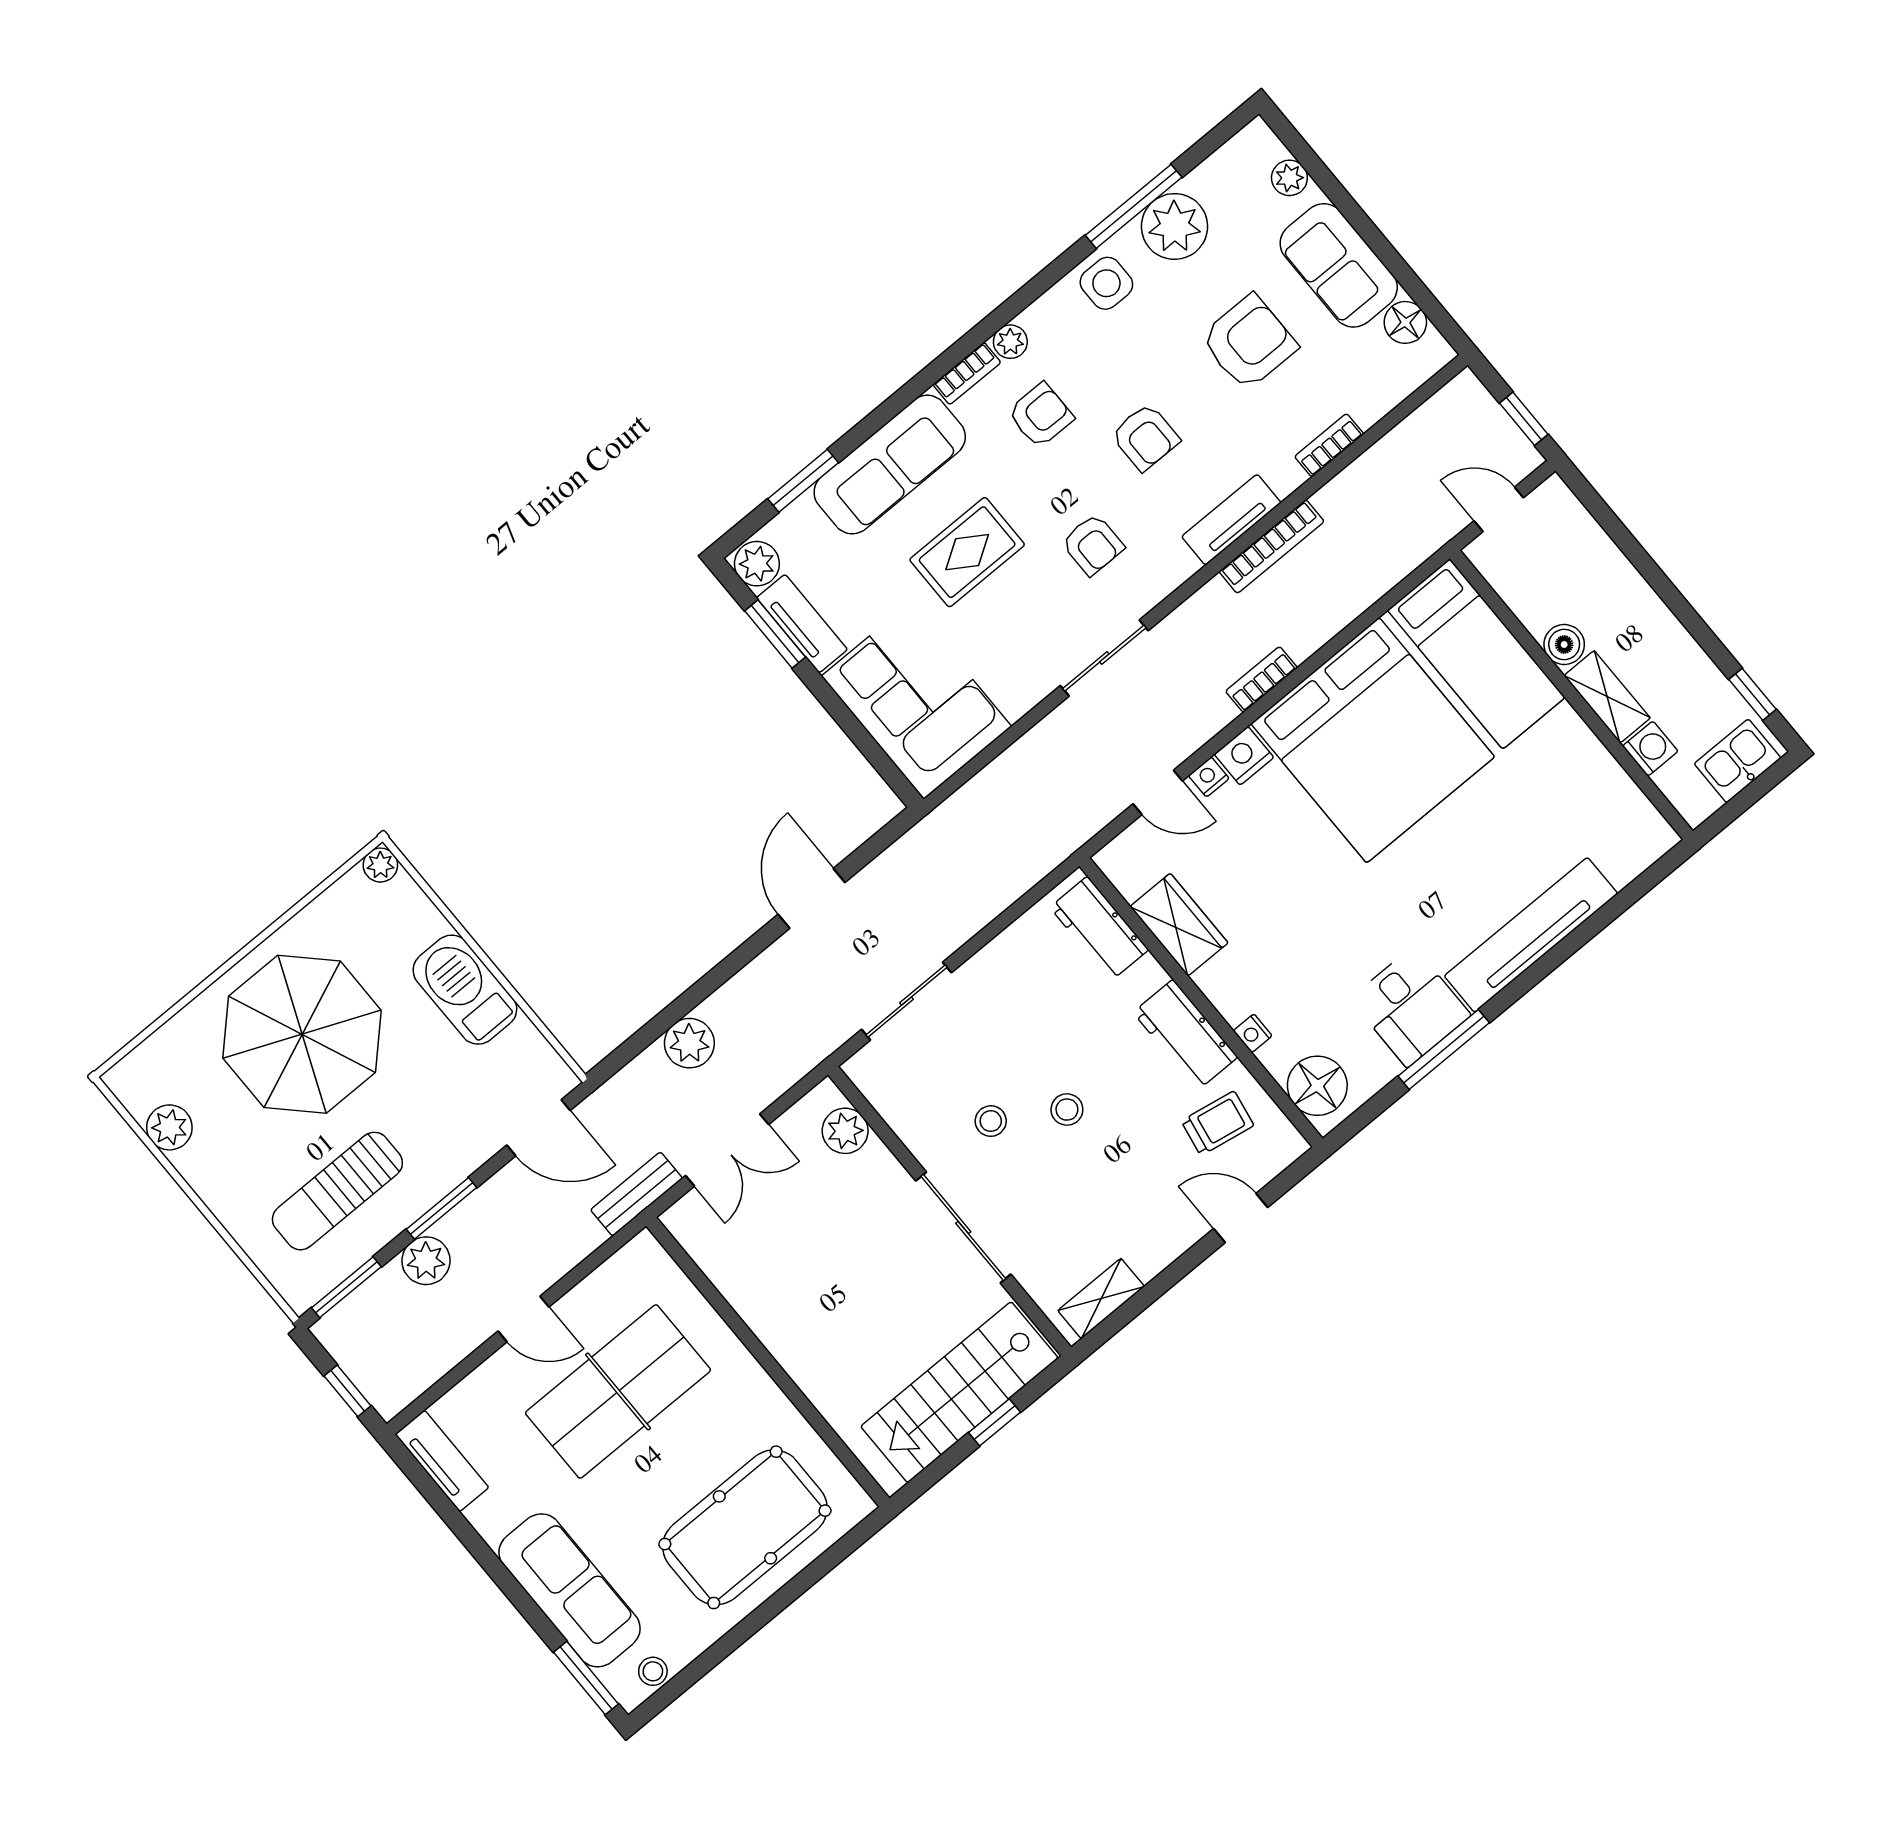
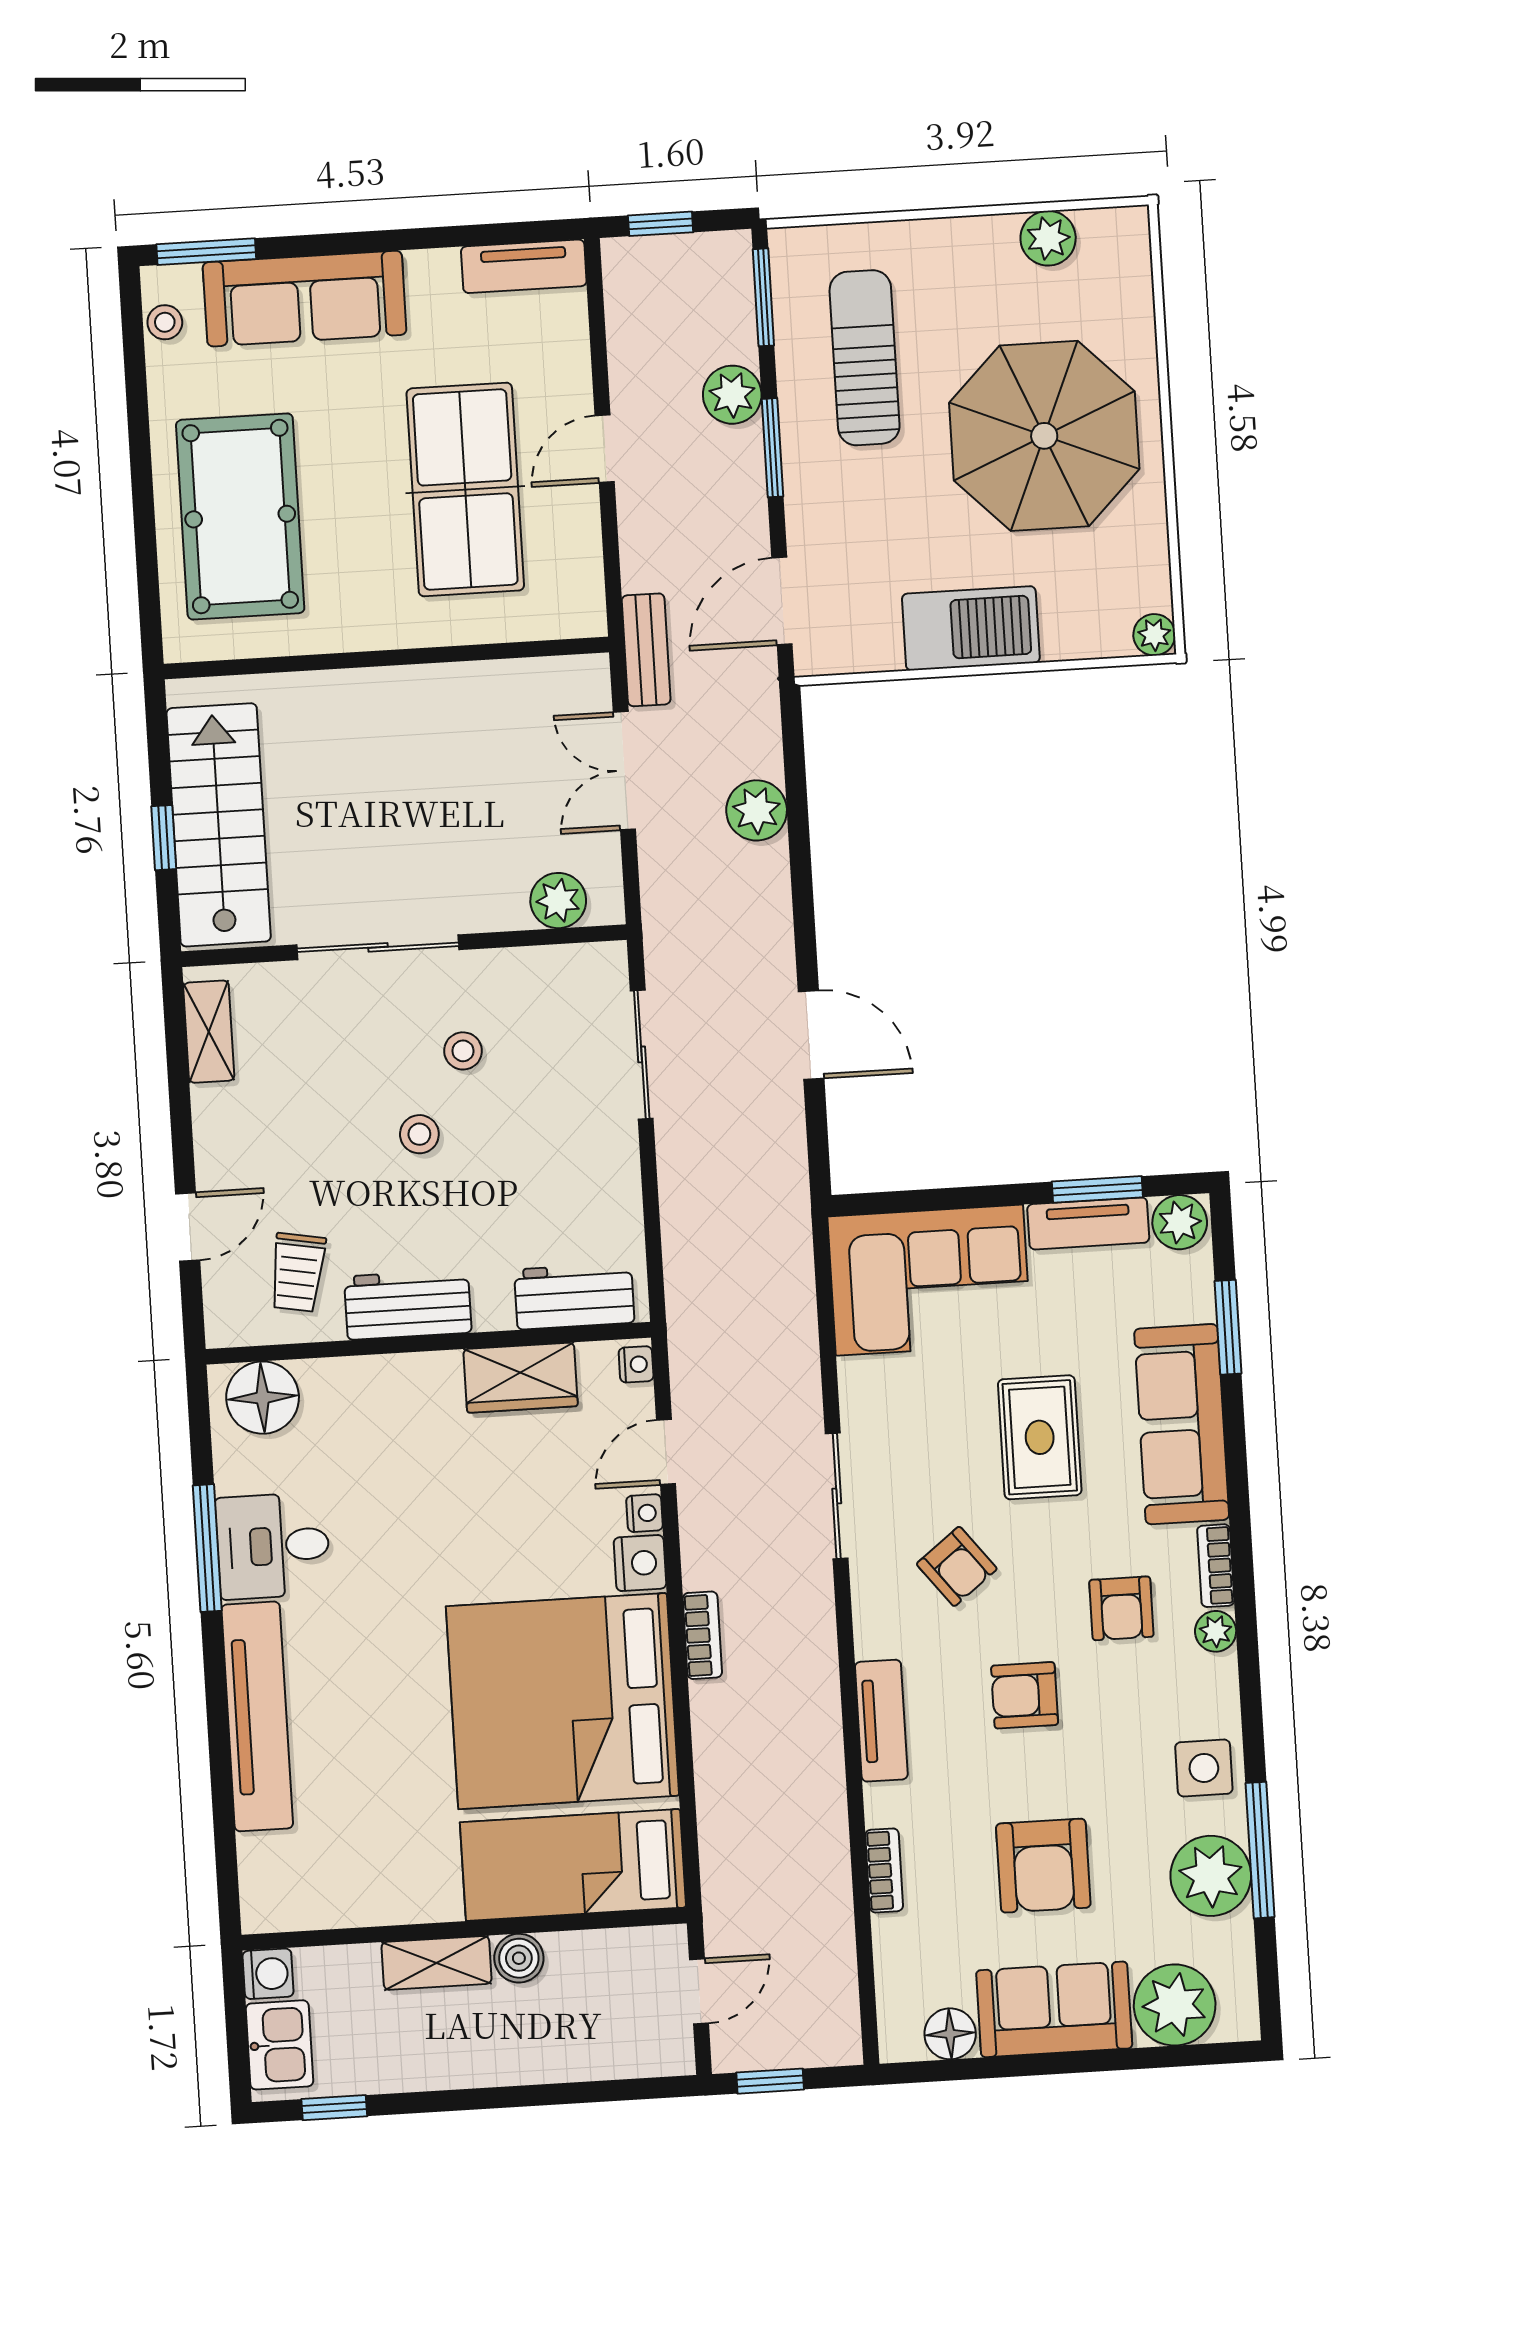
plant: (1289, 178) -> (1175, 2005), width x1.88, depth x1.88
armchair: (1093, 544) -> (957, 1566), turned -128
bookcase: (1272, 546) -> (826, 1741), removed
washing machine: (1650, 749) -> (268, 1974), moved, turned -90
nightstand: (1253, 1033) -> (636, 1364), moved, turned 90

